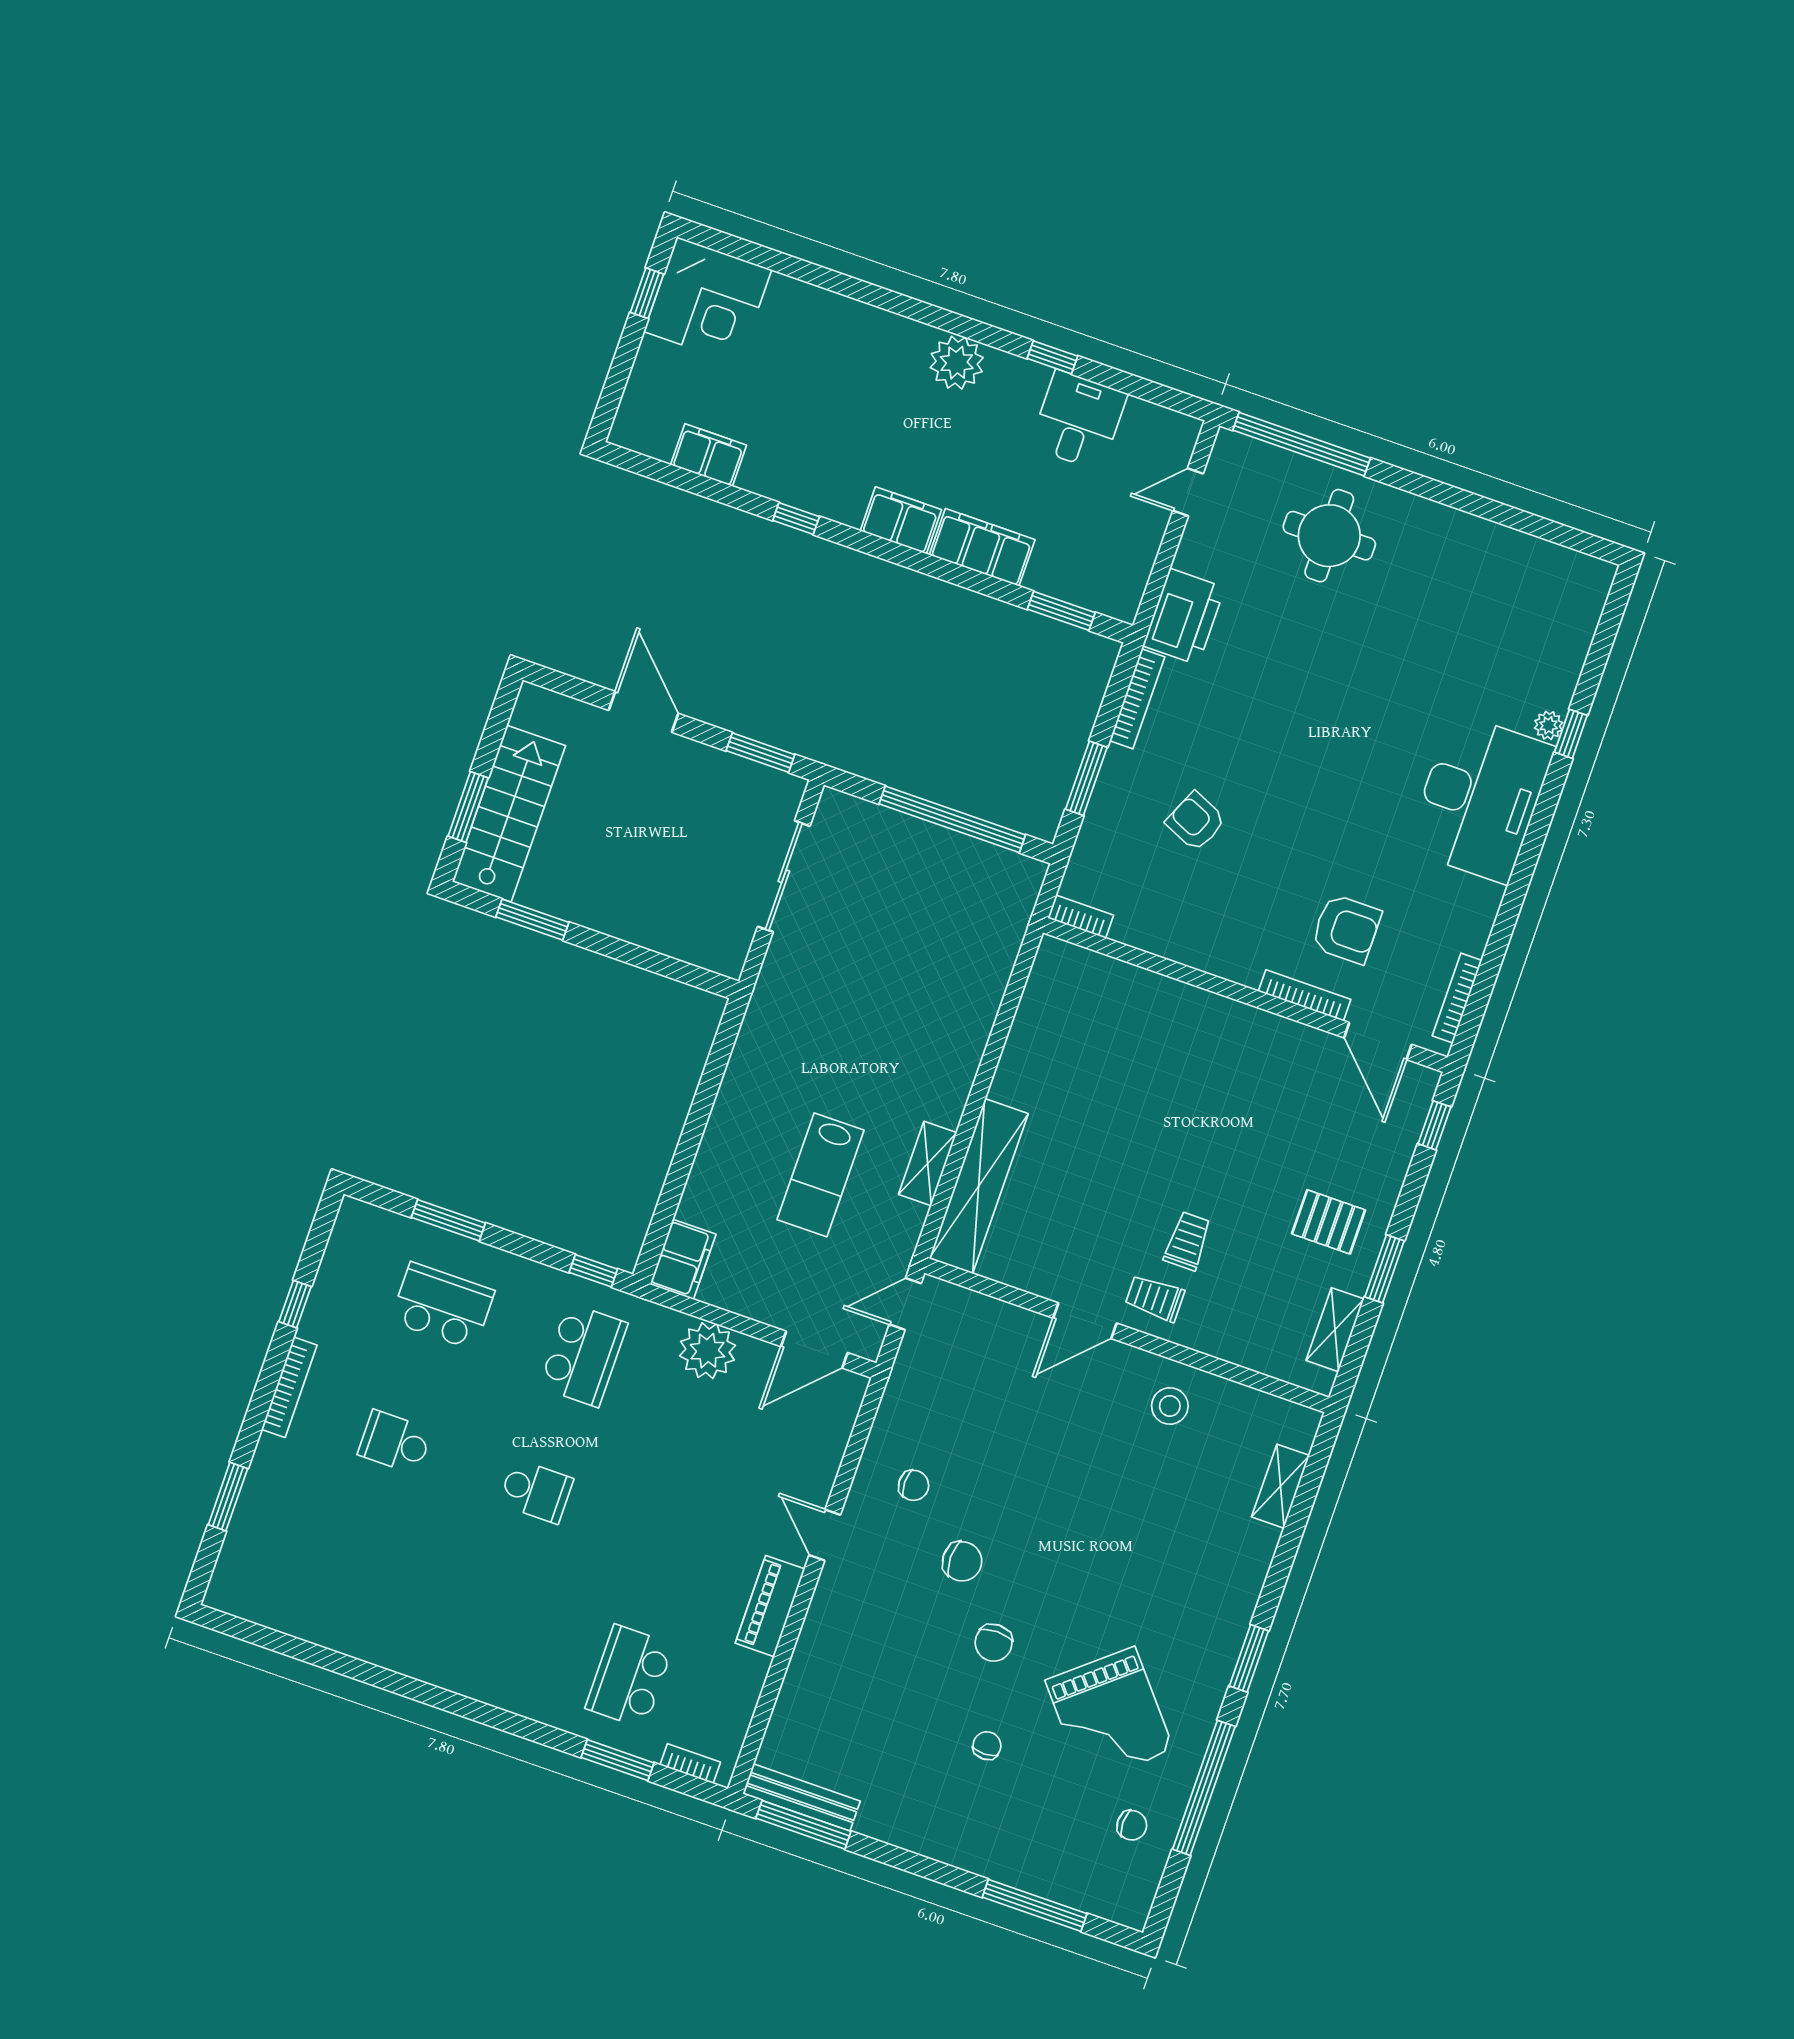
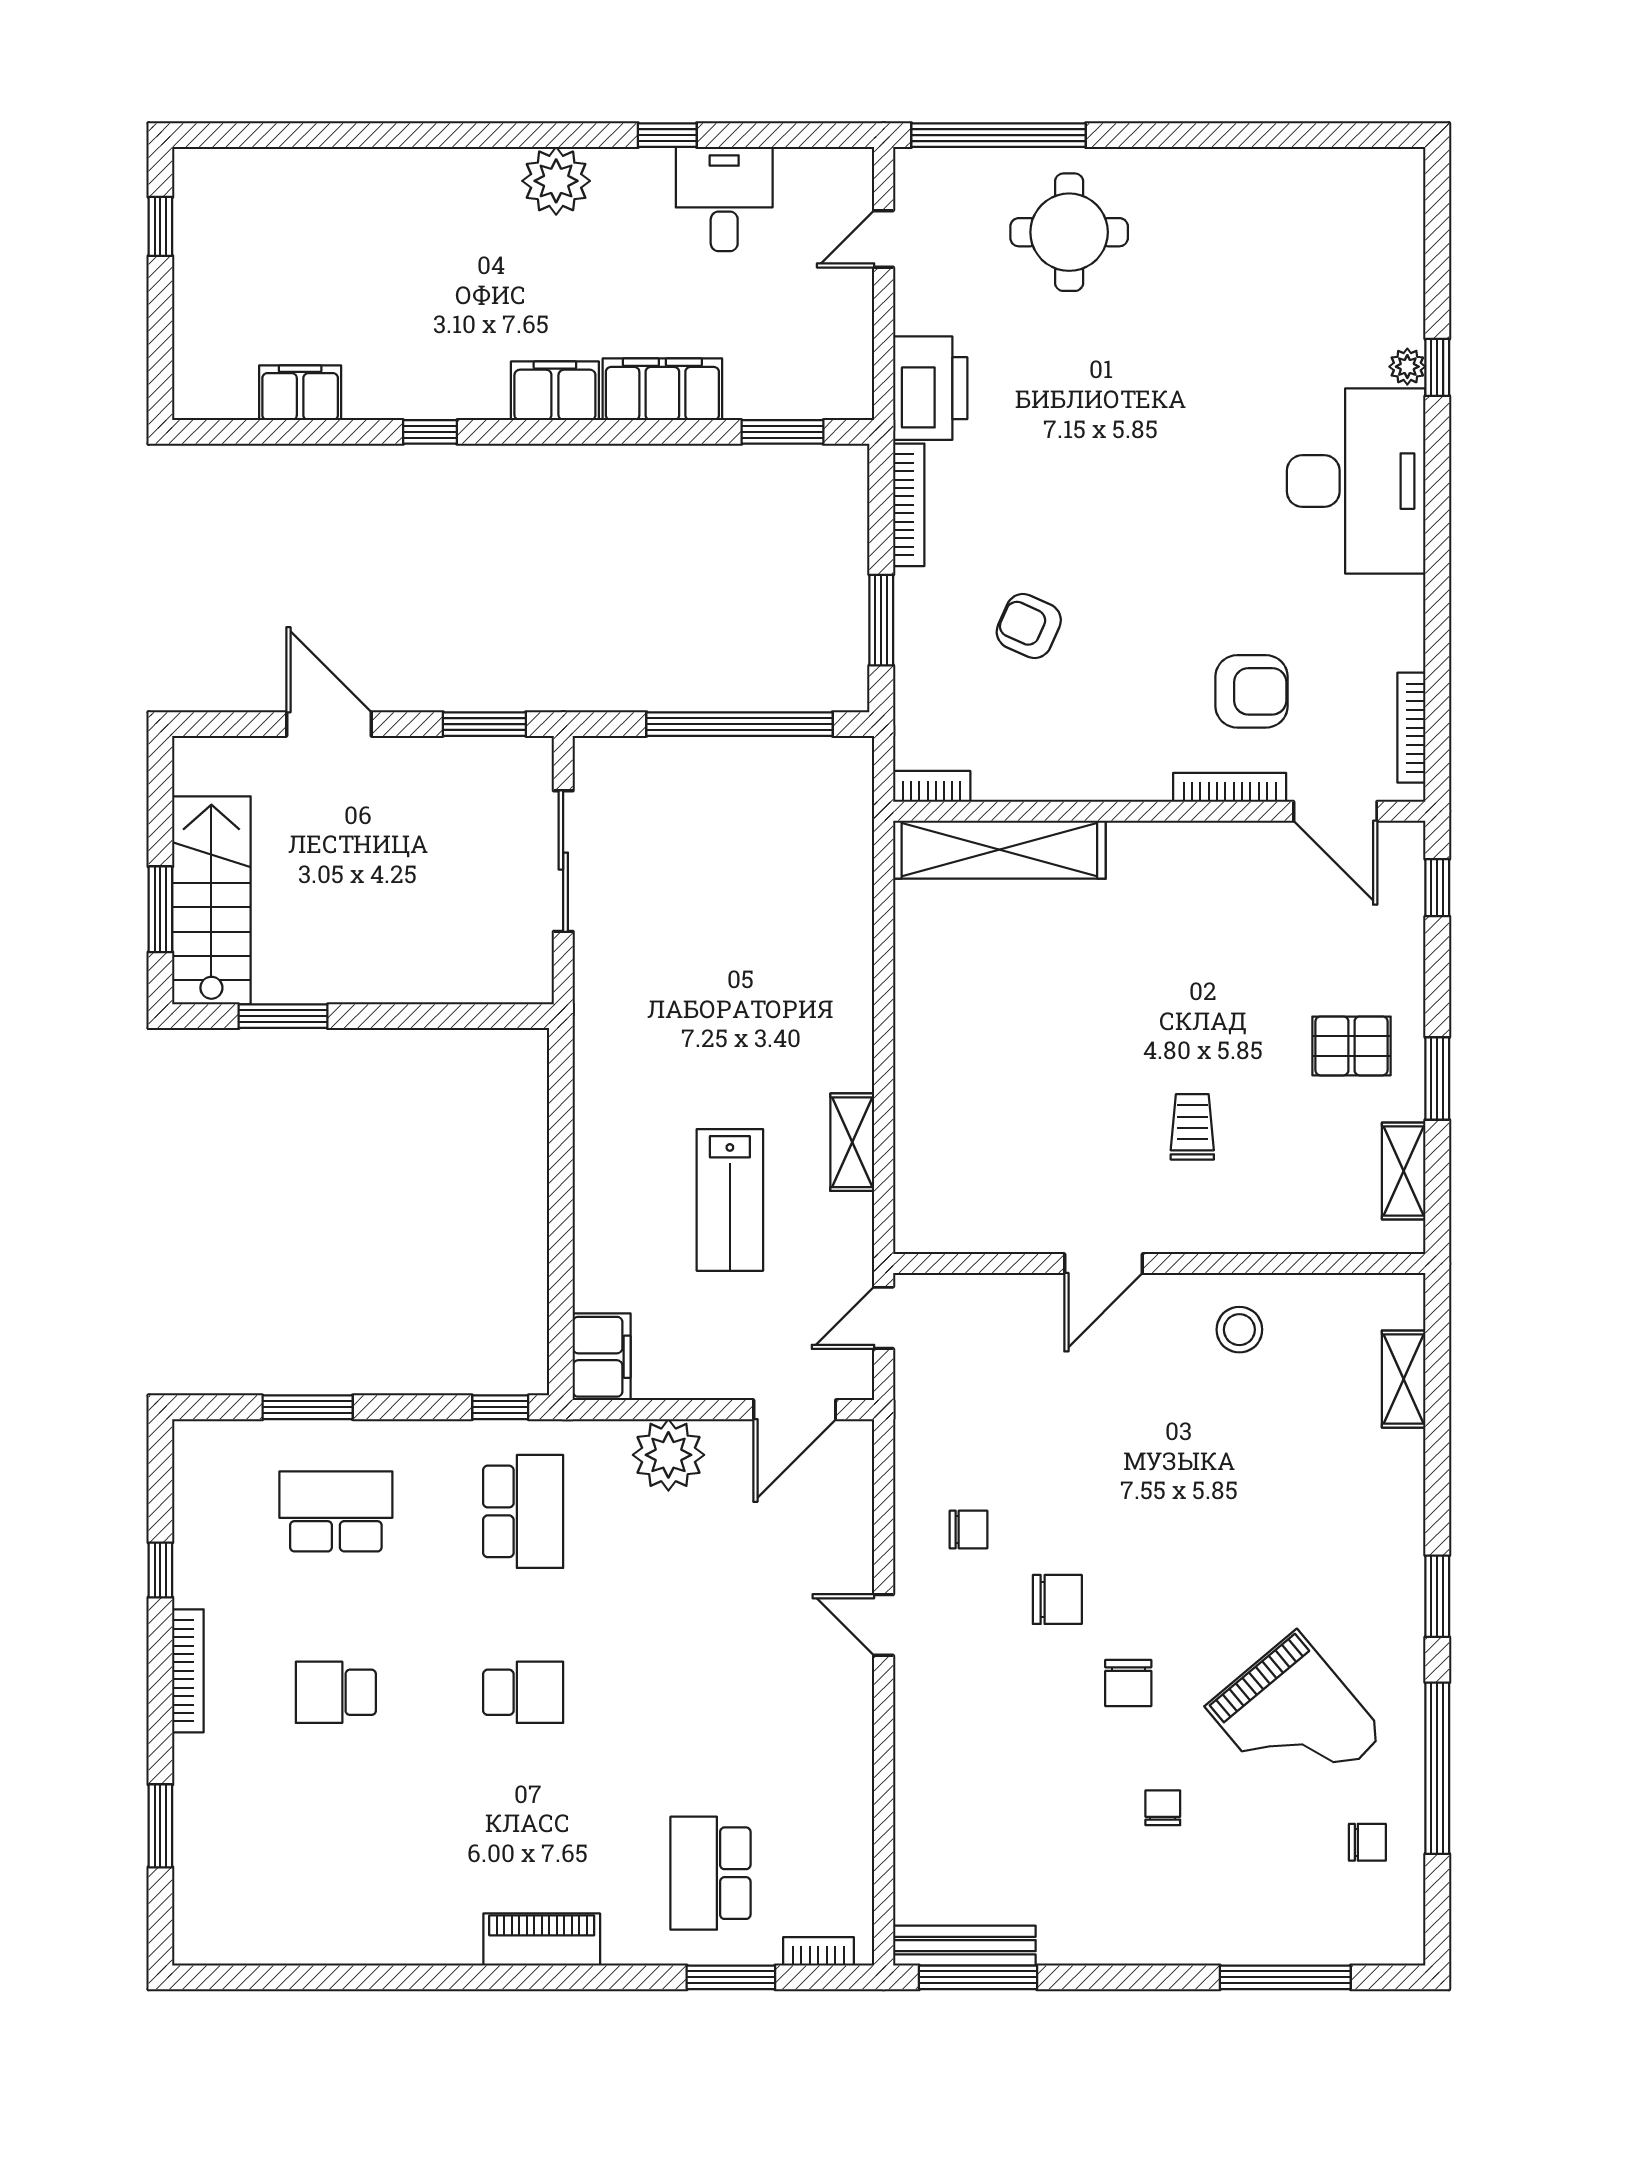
corner desk: (708, 301) -> (235, 210), removed
shelving: (979, 1186) -> (999, 850), moved, turned 90
trolley: (1155, 1298) -> (1177, 1208), removed
piano: (770, 1606) -> (542, 1939), moved, turned 90

